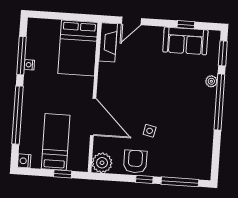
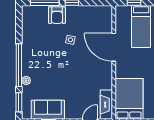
armchair: (135, 161) -> (57, 15), moved
plant: (102, 163) -> (105, 13), removed

